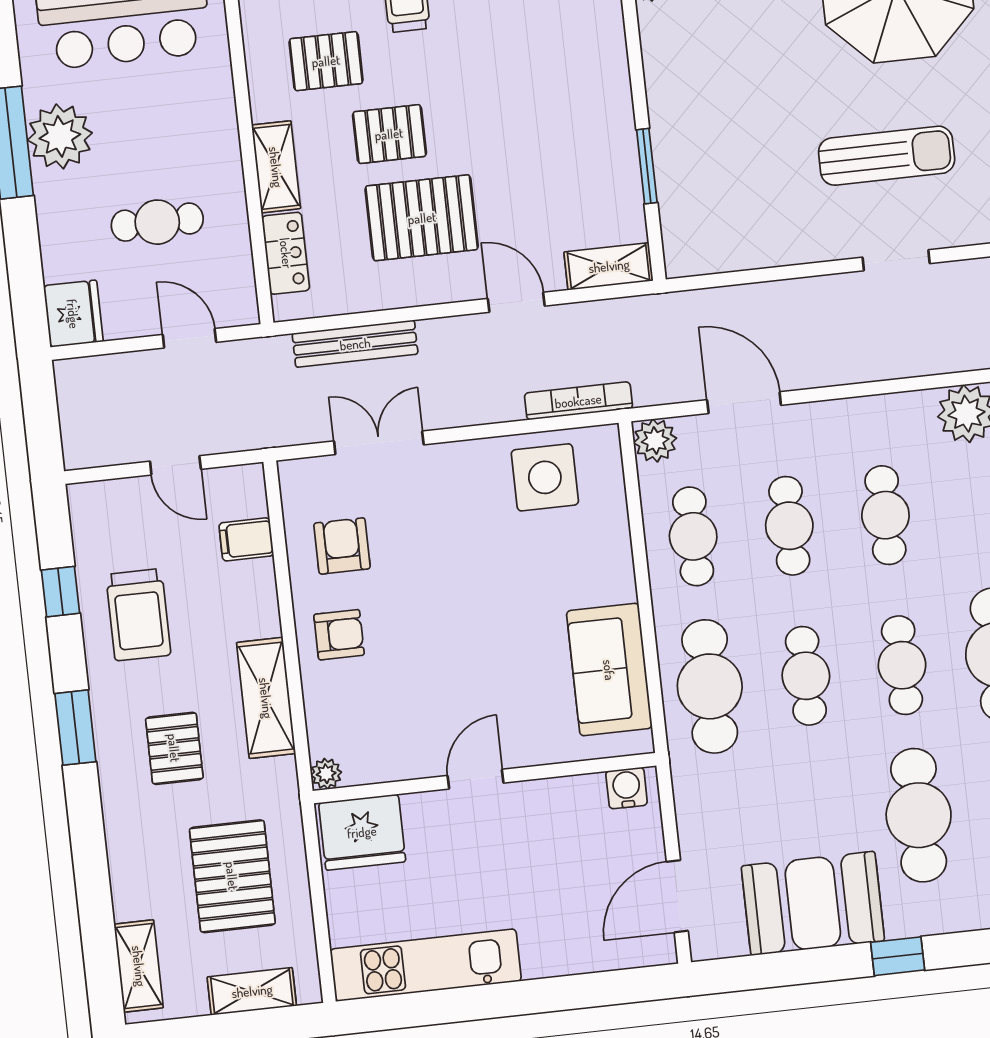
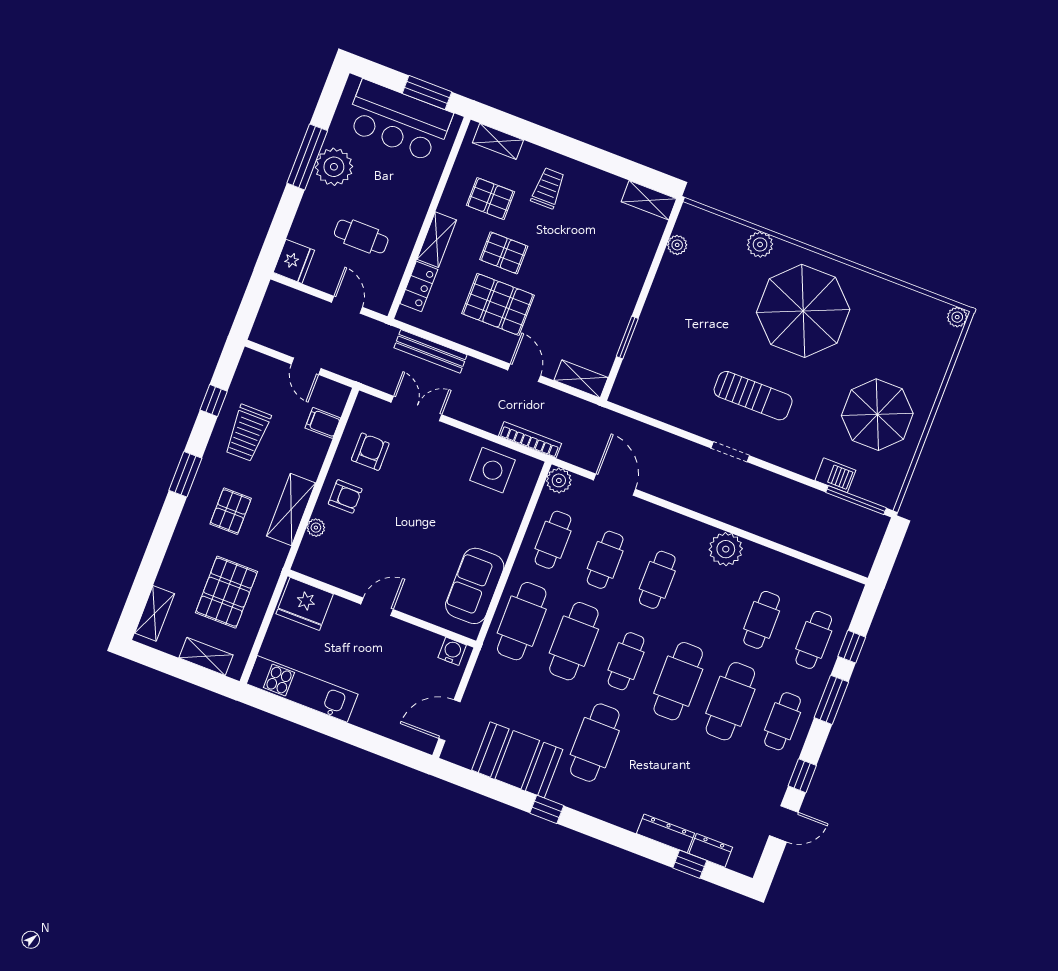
cafe table: (806, 676) -> (574, 641), width x1.37, depth x1.35
plant: (326, 774) -> (316, 528), moved

